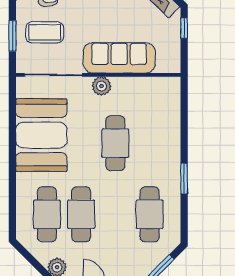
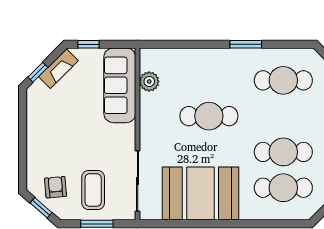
sofa: (119, 58) -> (120, 85), moved
plant: (101, 86) -> (149, 81), moved

